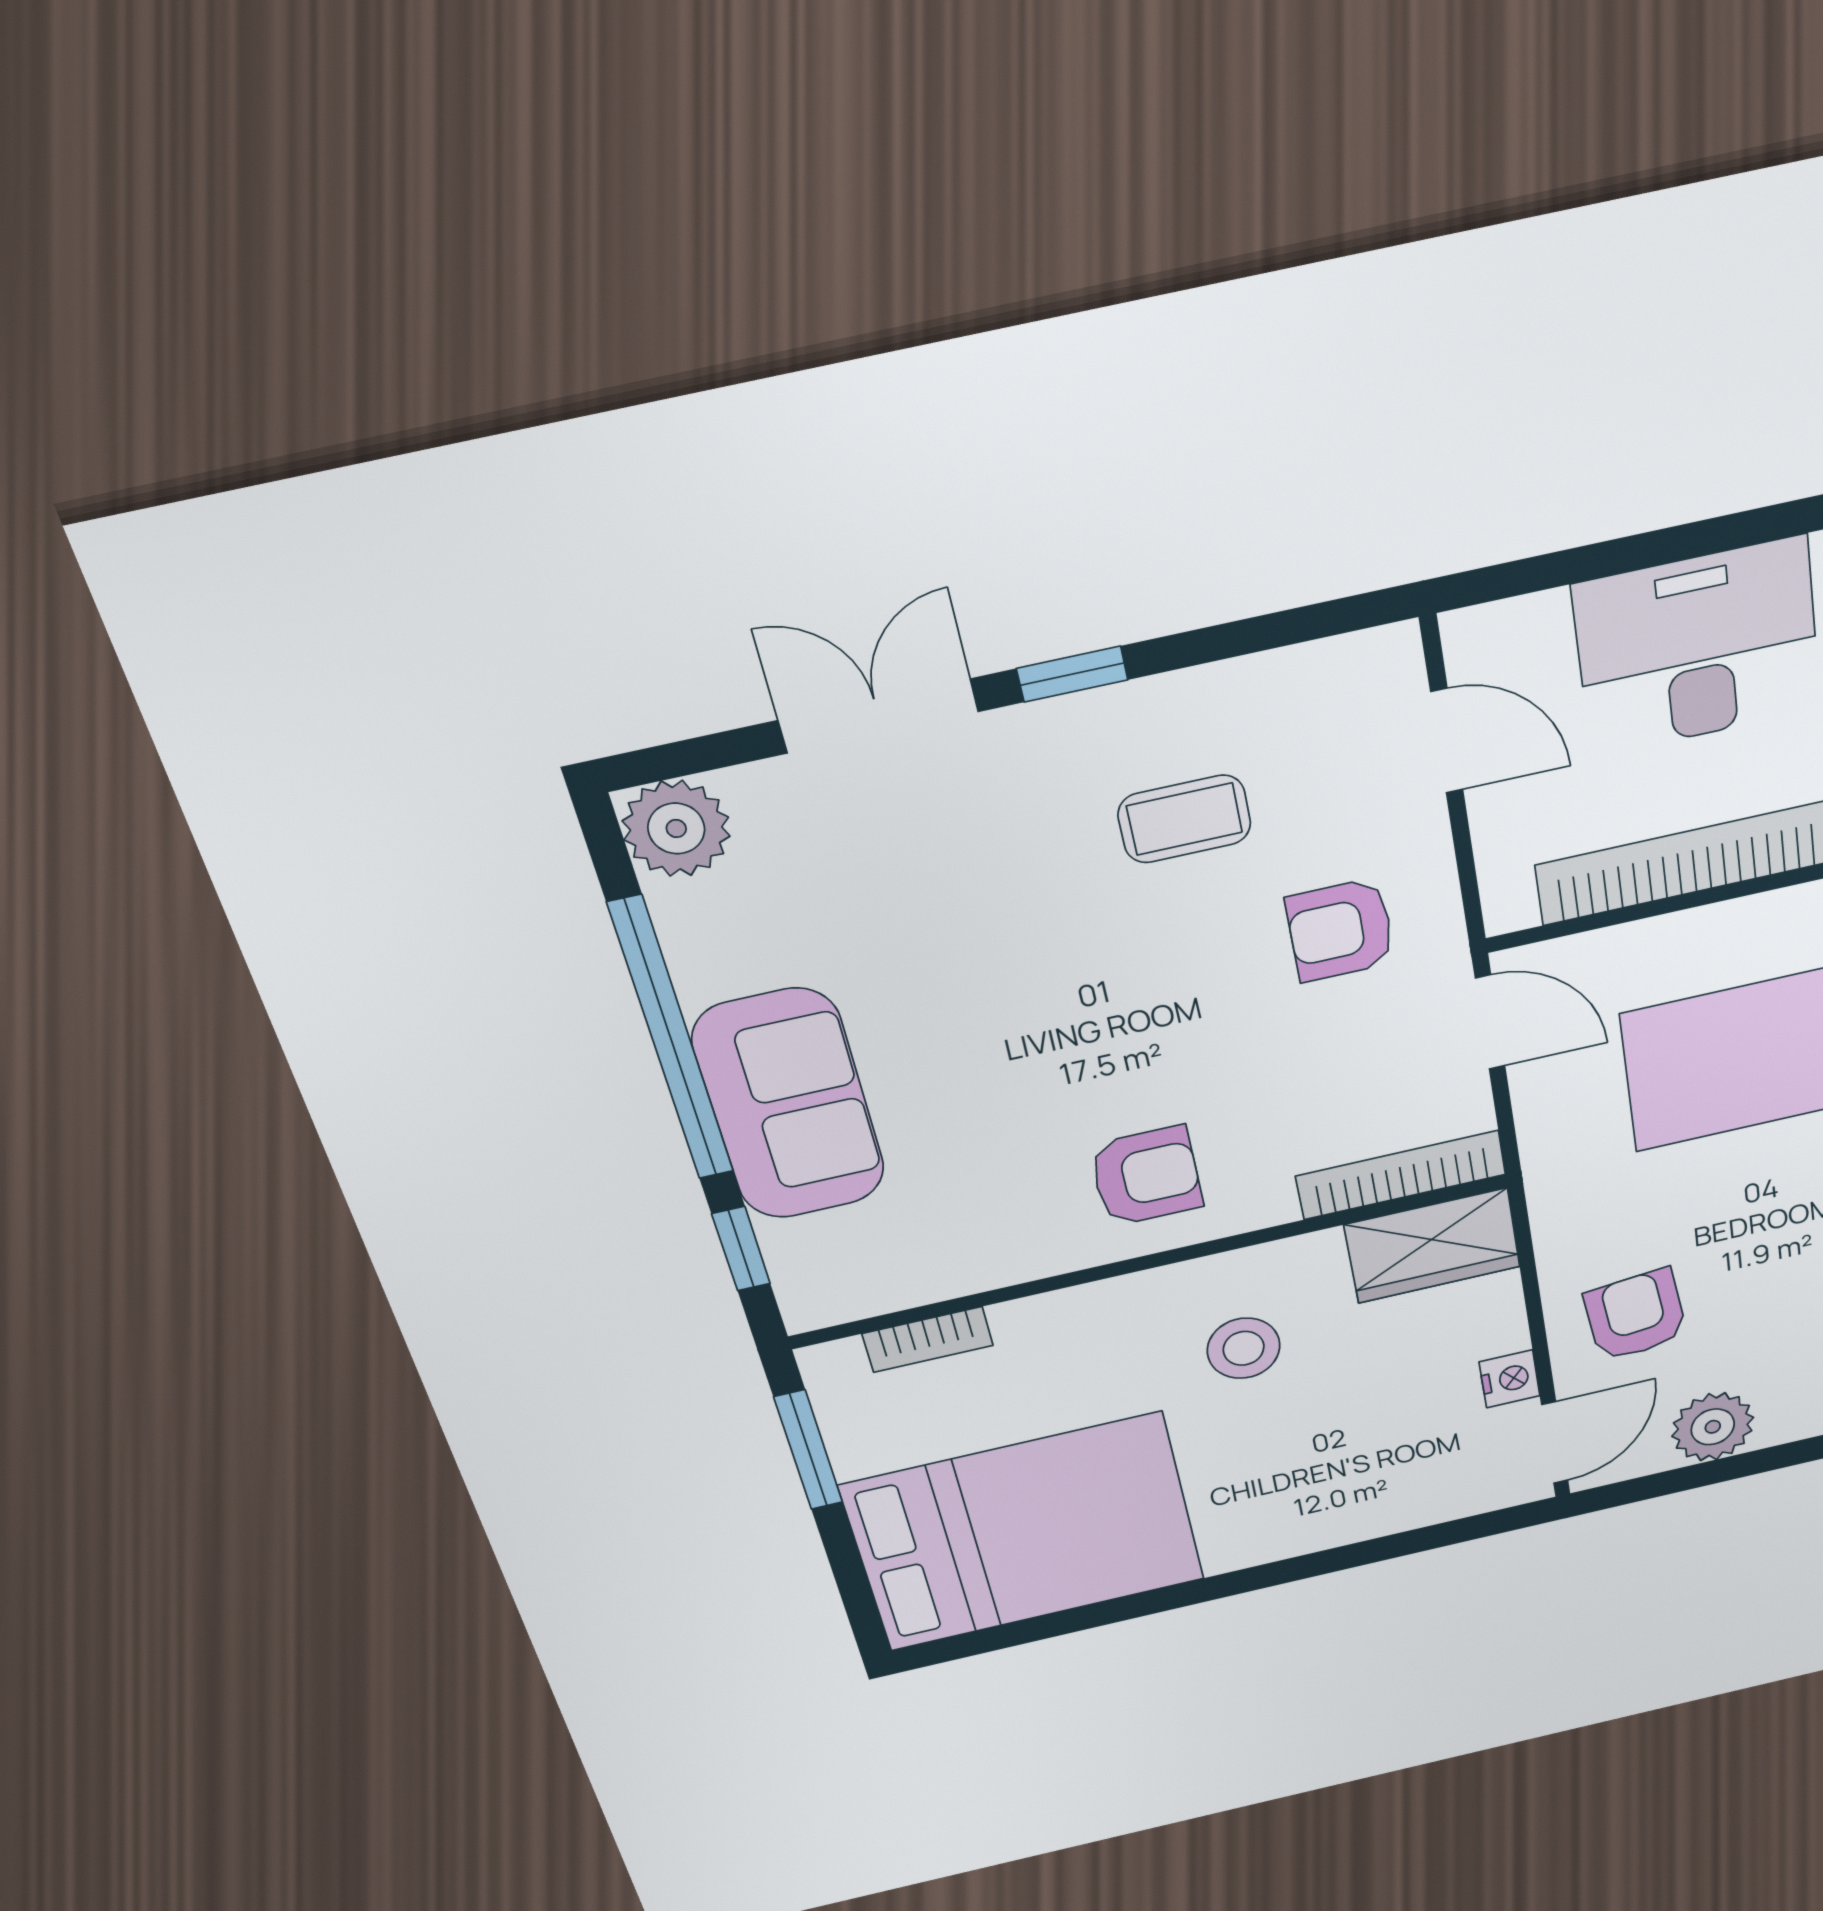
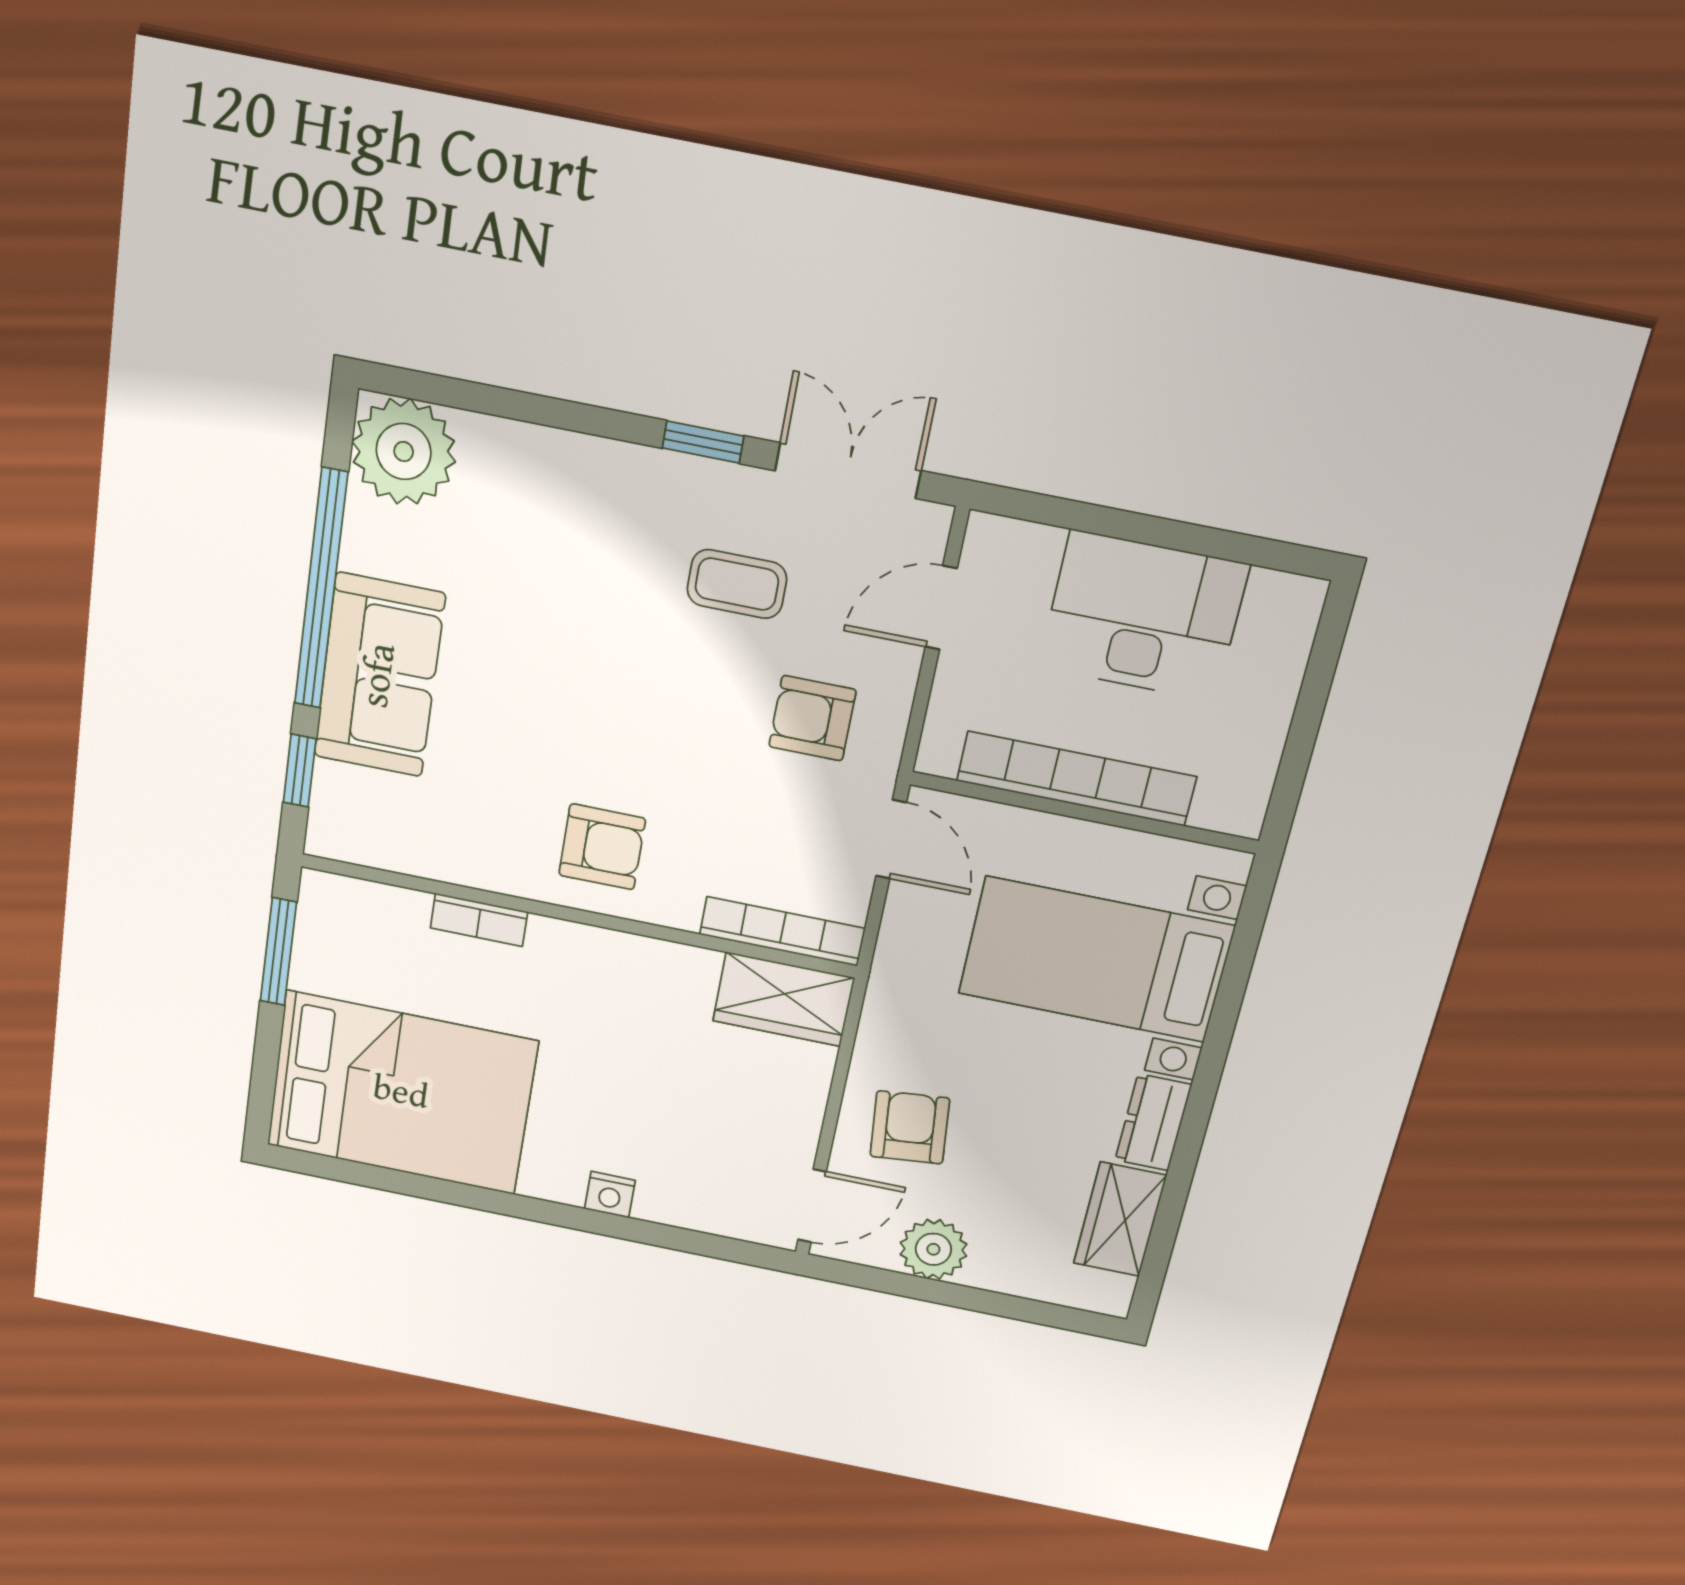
double door: (878, 716) -> (848, 471), moved
door: (1447, 741) -> (941, 608), swing flipped
plant: (676, 829) -> (404, 452), width x1.36, depth x1.36
bookcase: (928, 1340) -> (479, 920), moved
stool: (1244, 1348) -> (617, 1018), removed
nightstand: (1510, 1379) -> (610, 1195), moved, turned 90

